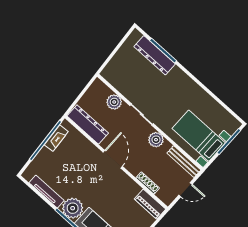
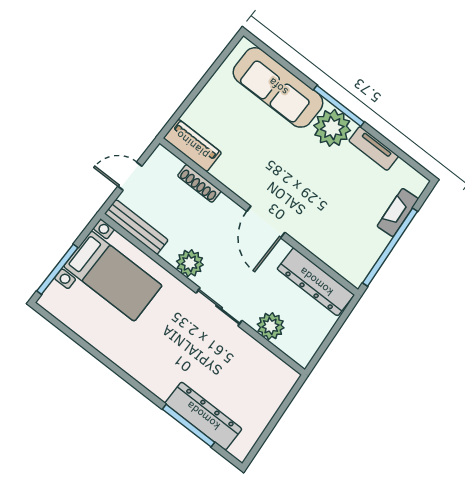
fireplace: (56, 138) -> (398, 213), moved
tv unit: (47, 192) -> (374, 148), width x0.71

